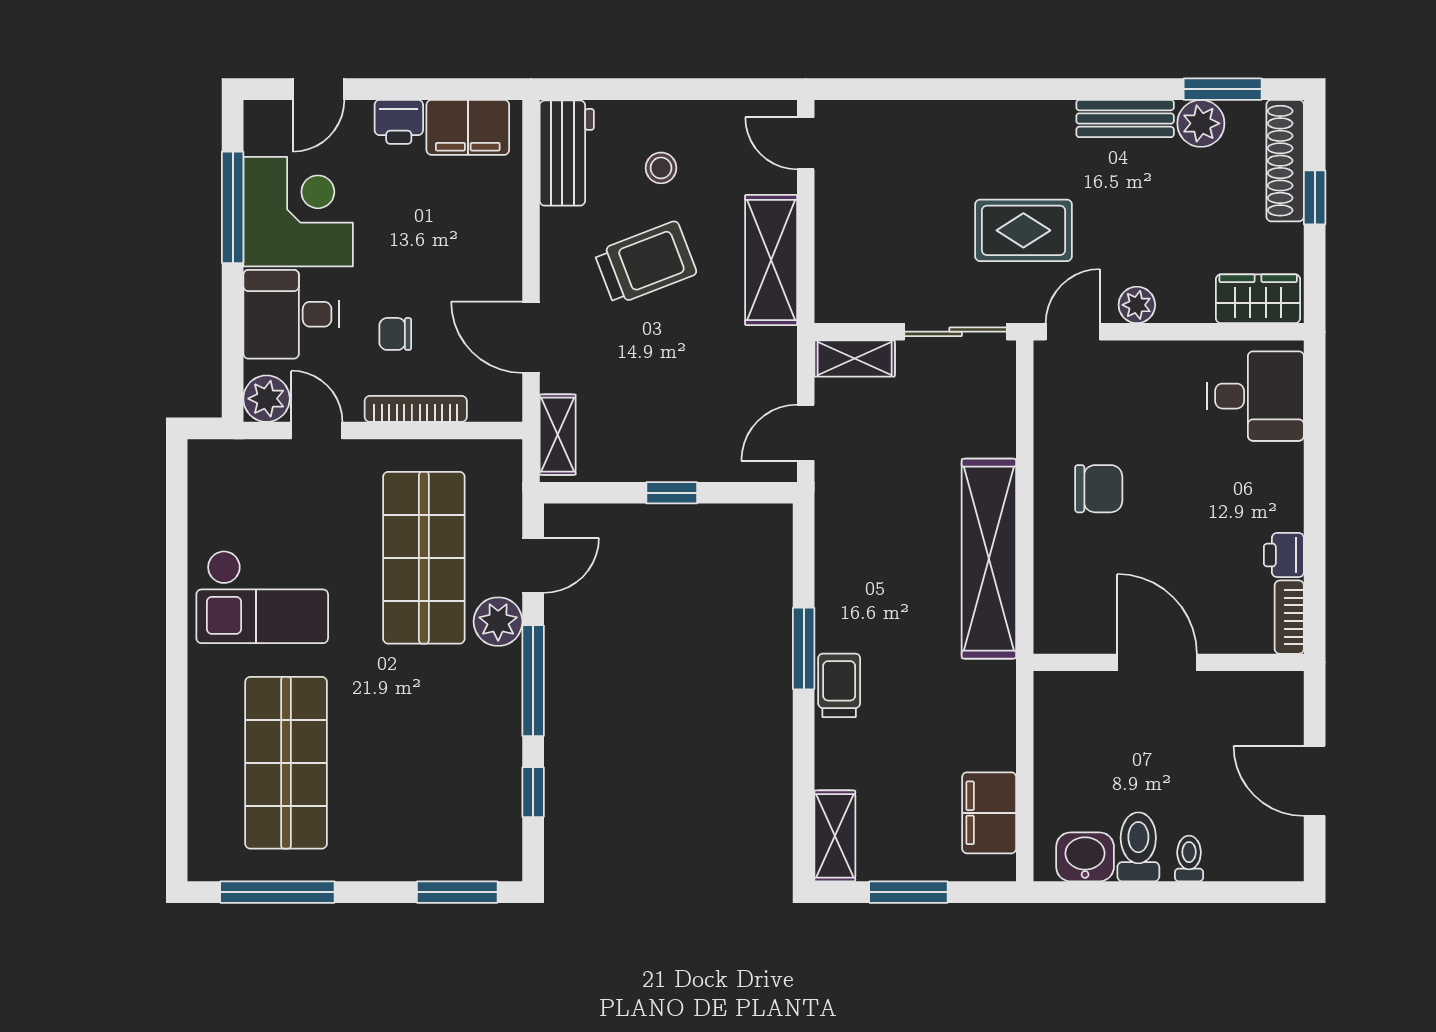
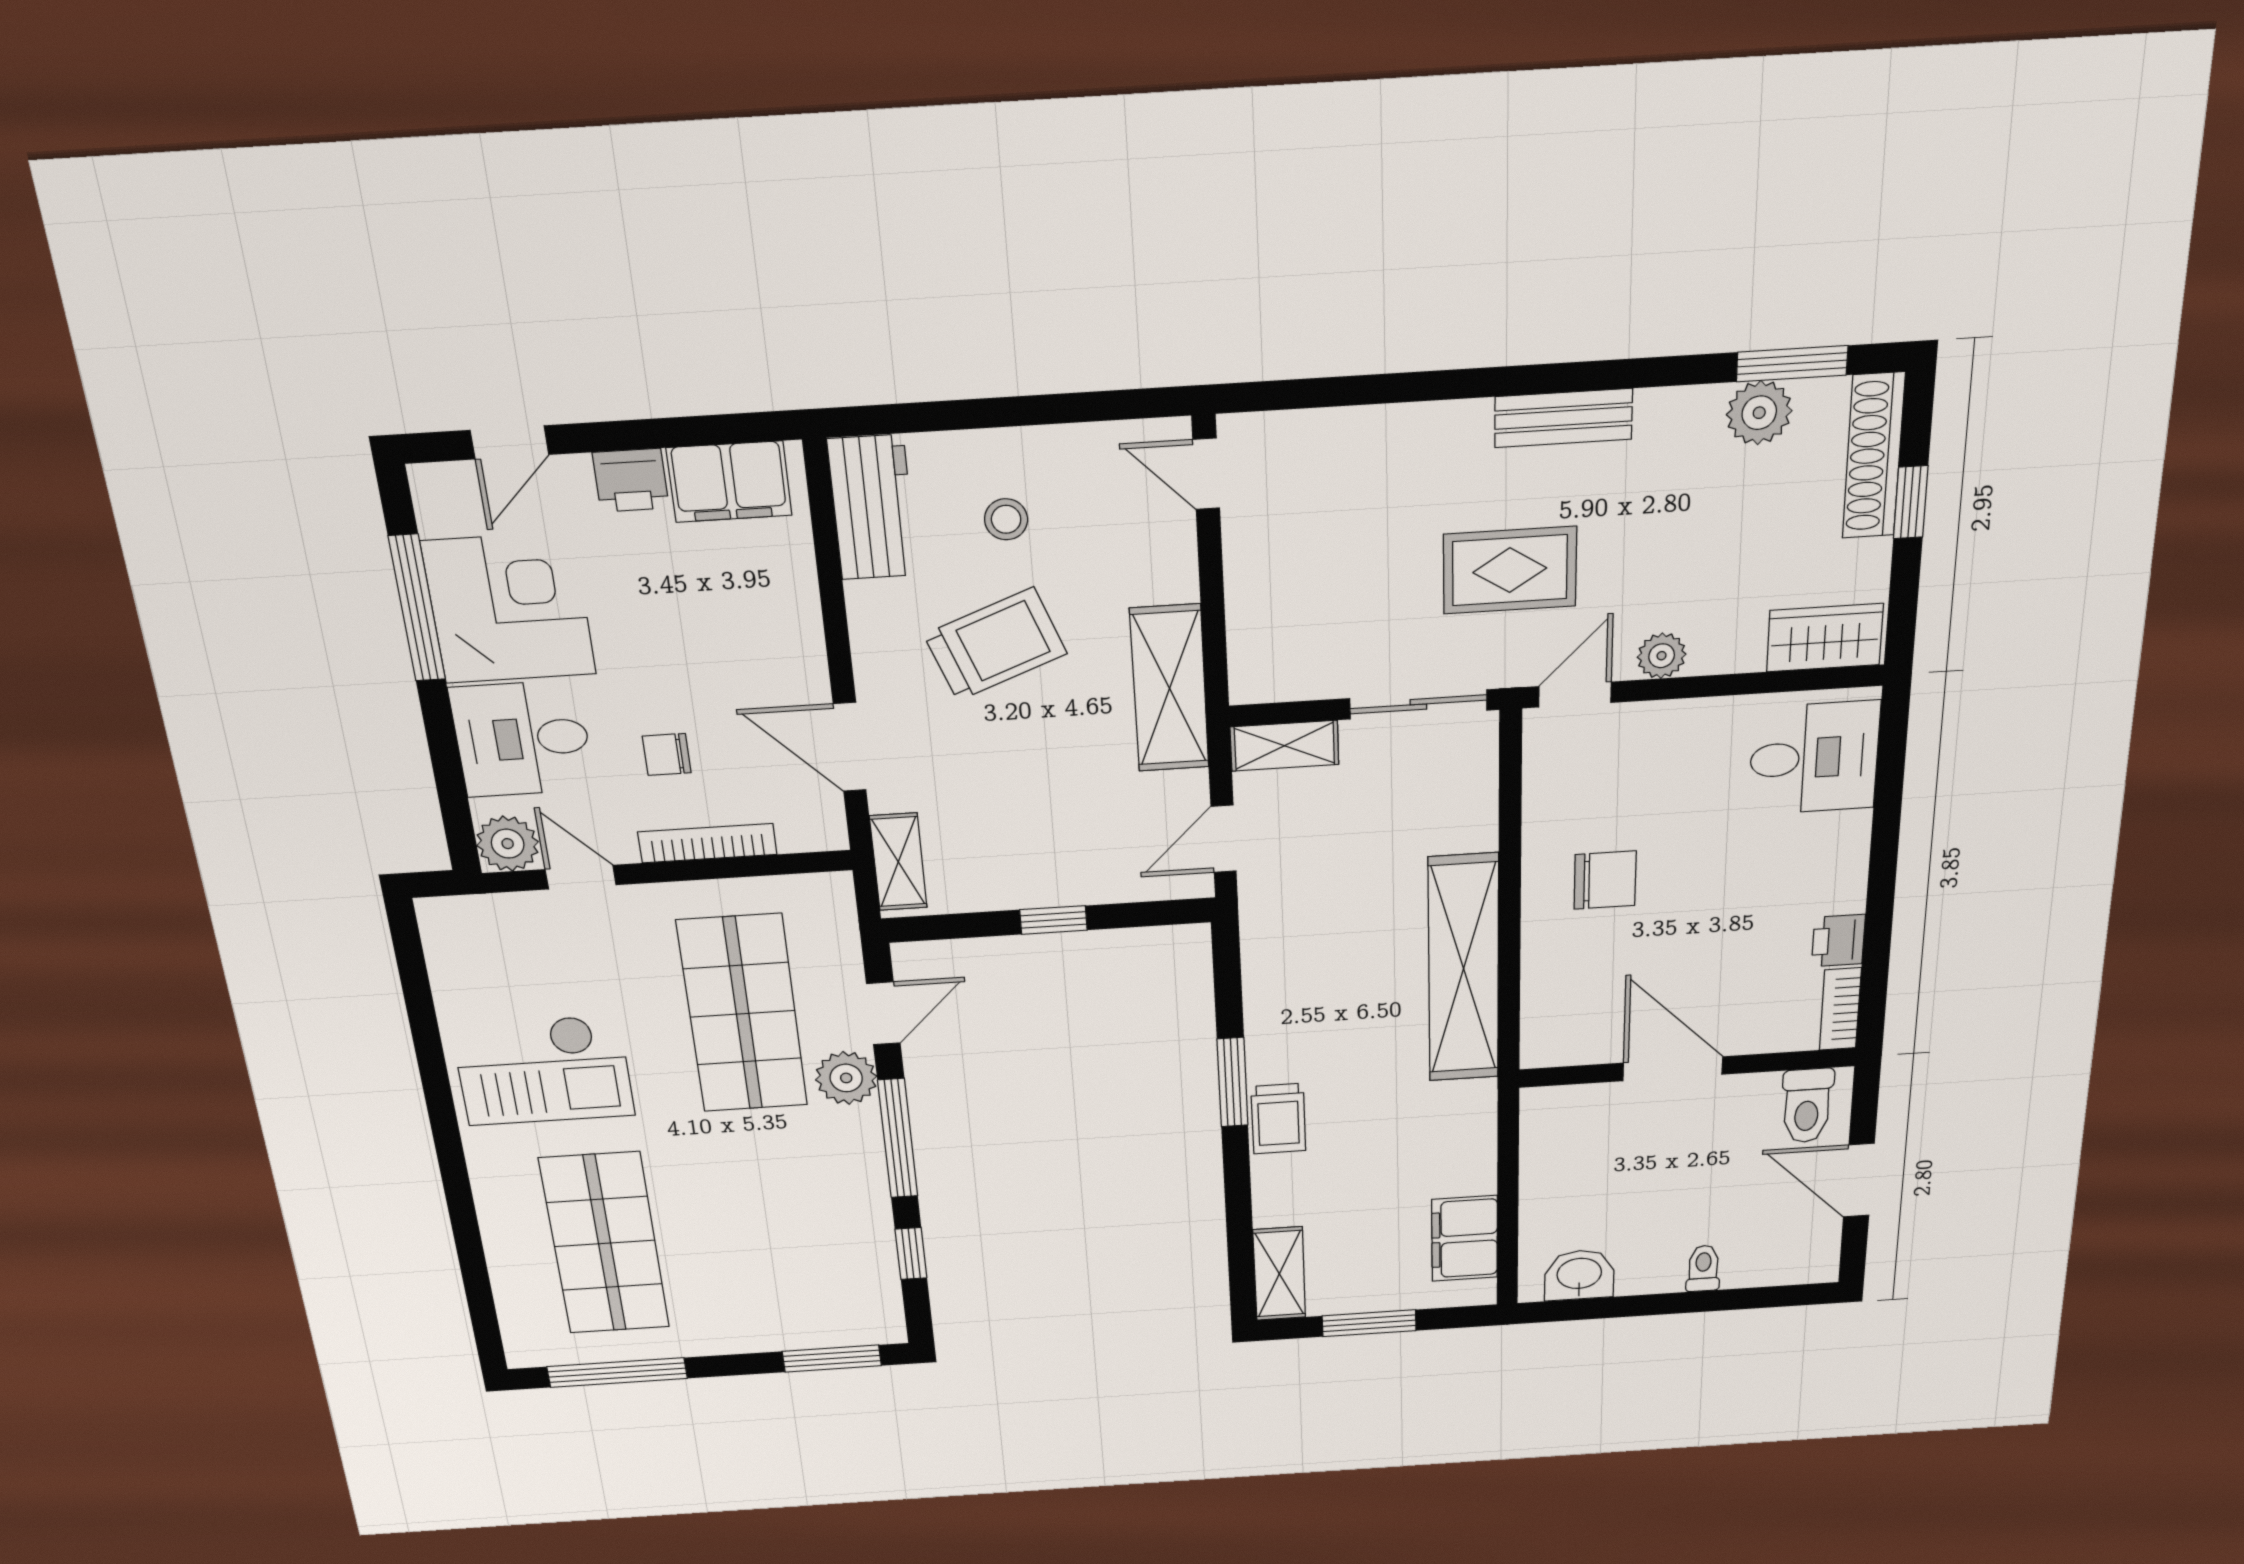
bench: (1125, 119) -> (1563, 418), moved
shelving: (771, 260) -> (1170, 688), moved
trolley: (839, 685) -> (1278, 1119), turned 180
toilet: (1138, 847) -> (1807, 1106), moved, turned 180

